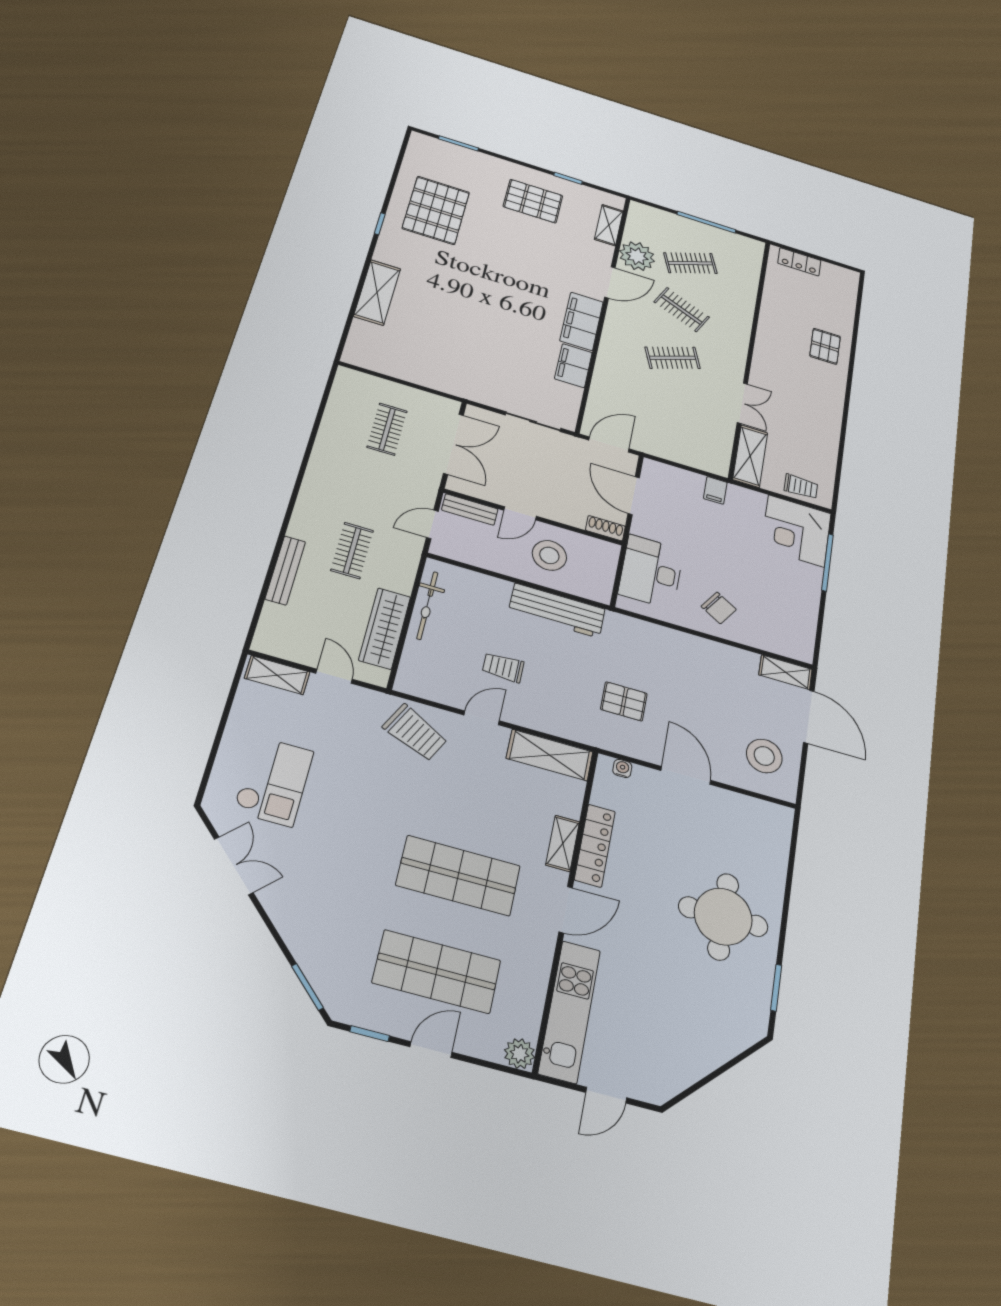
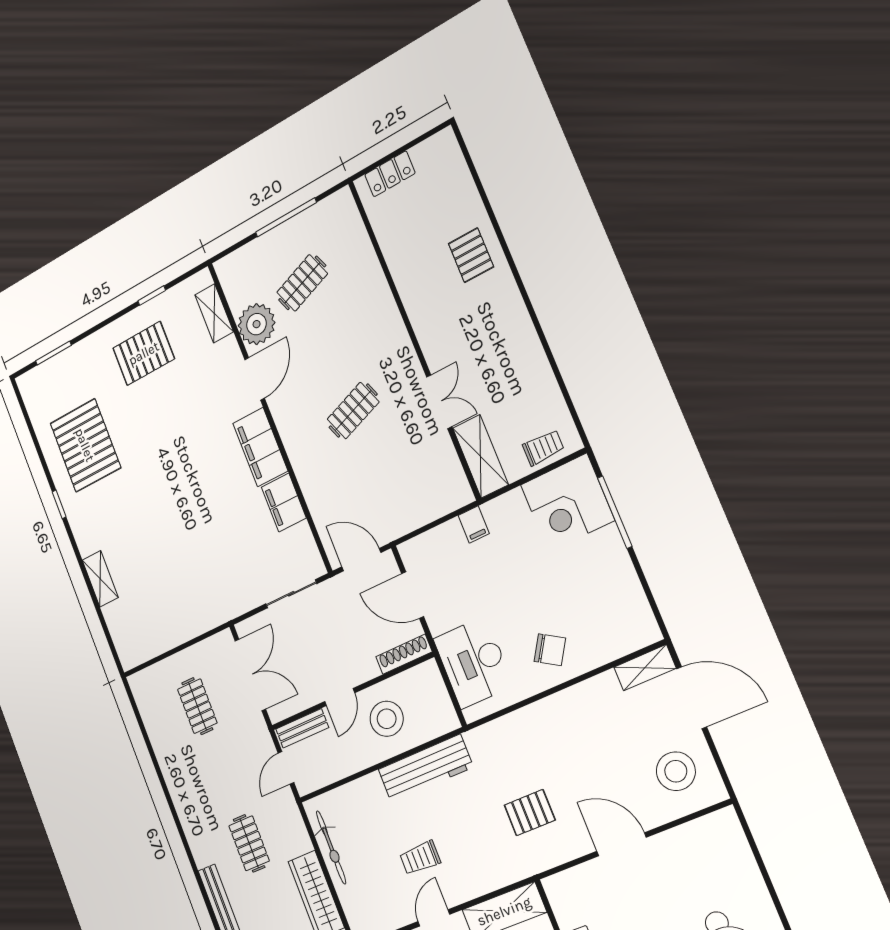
shelving: (377, 292) -> (100, 579), width x0.67, depth x0.75
clothes rail: (682, 310) -> (328, 346), removed
door: (609, 444) -> (361, 560), hinge flipped
shoe rack: (605, 528) -> (404, 654), width x1.43
water cooler: (622, 768) -> (567, 879), removed

